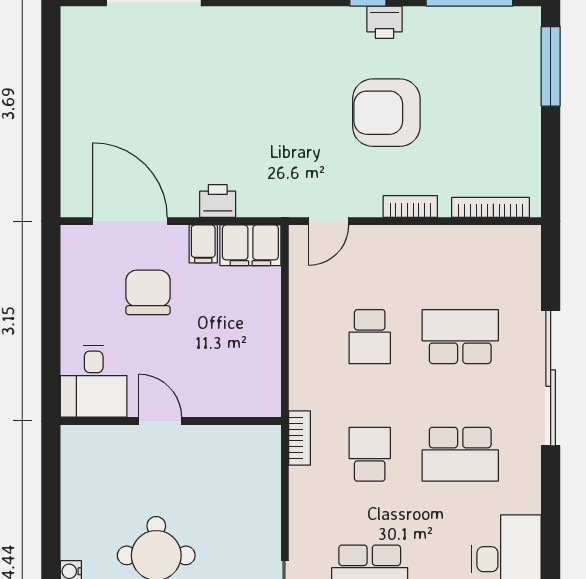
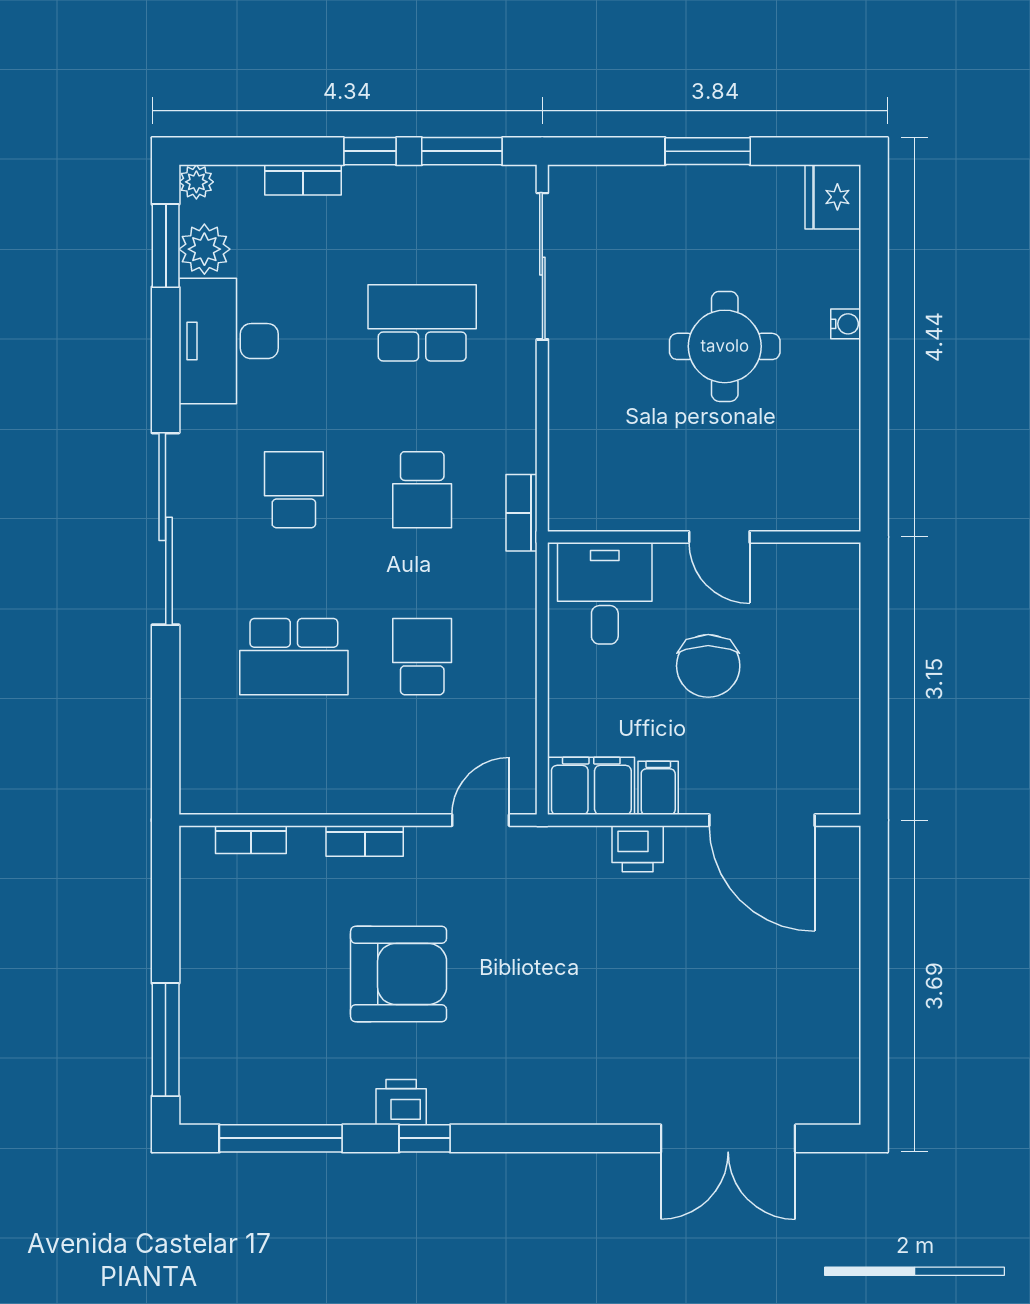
bookcase: (491, 207) -> (251, 840), width x0.64
chair: (148, 292) -> (708, 666), moved
sliding door: (551, 378) -> (166, 529), moved
desk: (94, 381) -> (605, 593), moved
school desk: (460, 454) -> (294, 490), width x0.54

